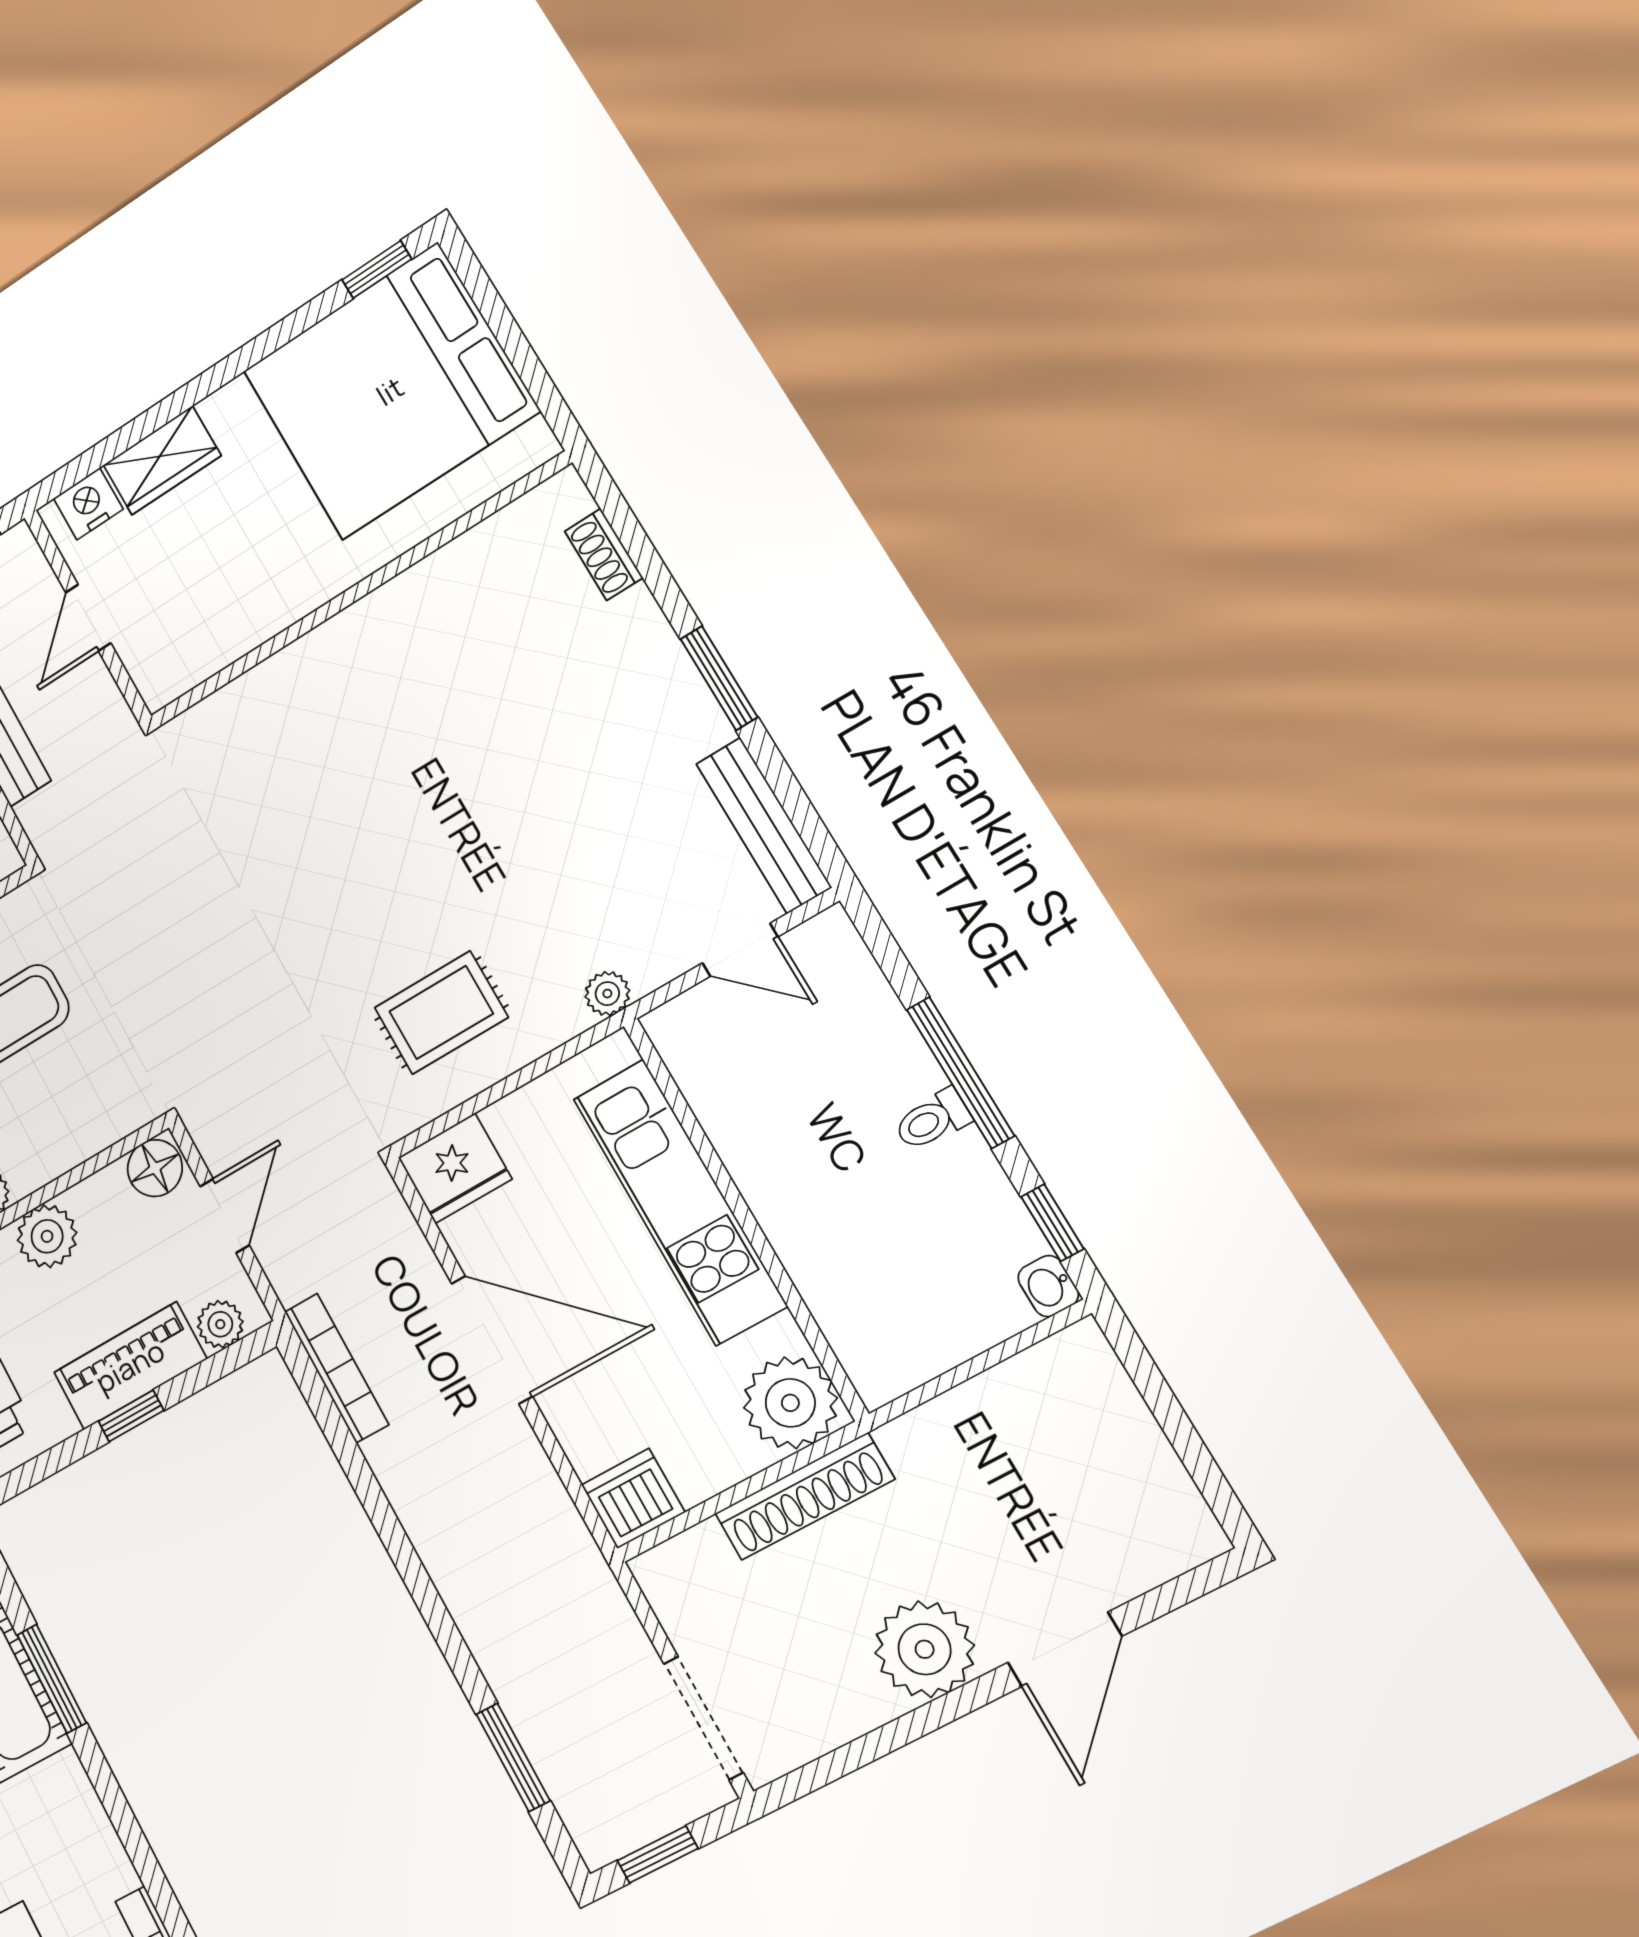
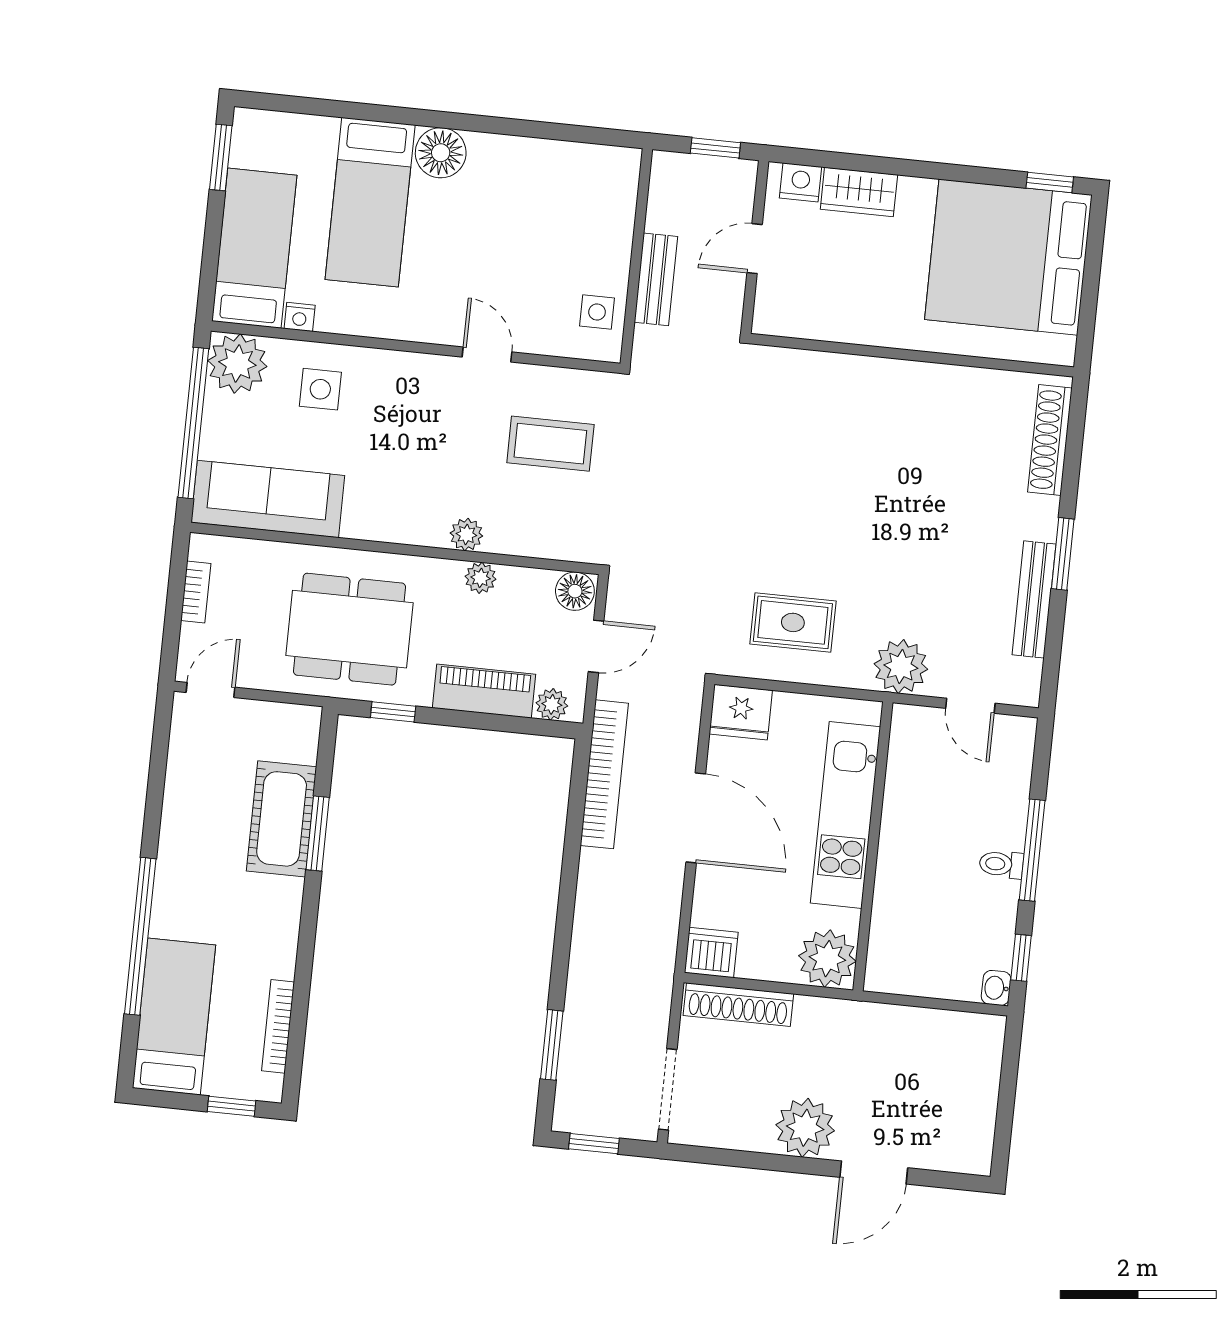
shoe rack: (604, 555) -> (1050, 440), width x1.94, depth x1.24
bench: (764, 825) -> (1034, 599), moved
plant: (607, 994) -> (901, 667), width x1.88, depth x1.88
plant: (47, 1236) -> (481, 578), width x0.73, depth x0.73
bookcase: (336, 1368) -> (604, 774), width x1.48, depth x1.31
window: (131, 1416) -> (393, 712), moved
shoe rack: (804, 1496) -> (738, 1005), moved

